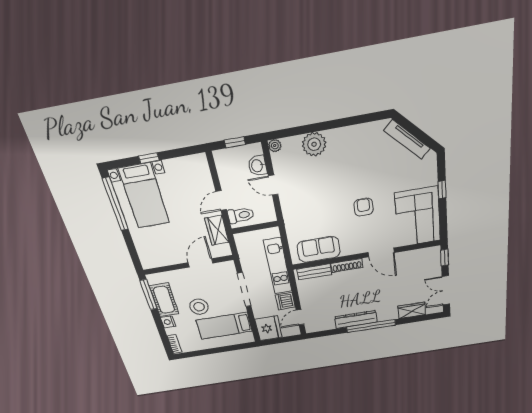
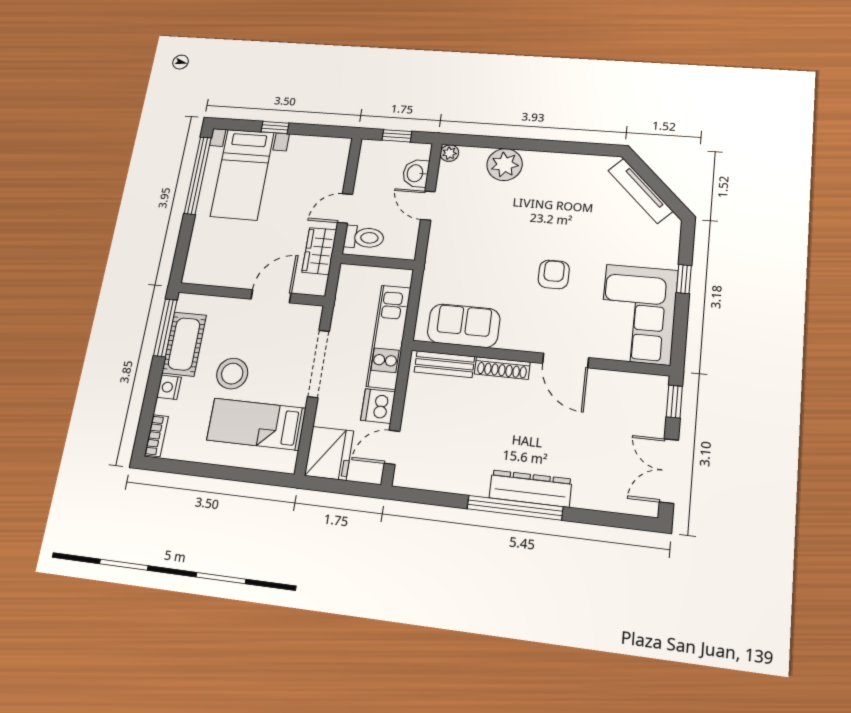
wardrobe: (412, 310) -> (598, 496), removed
dresser: (356, 319) -> (530, 488), moved

